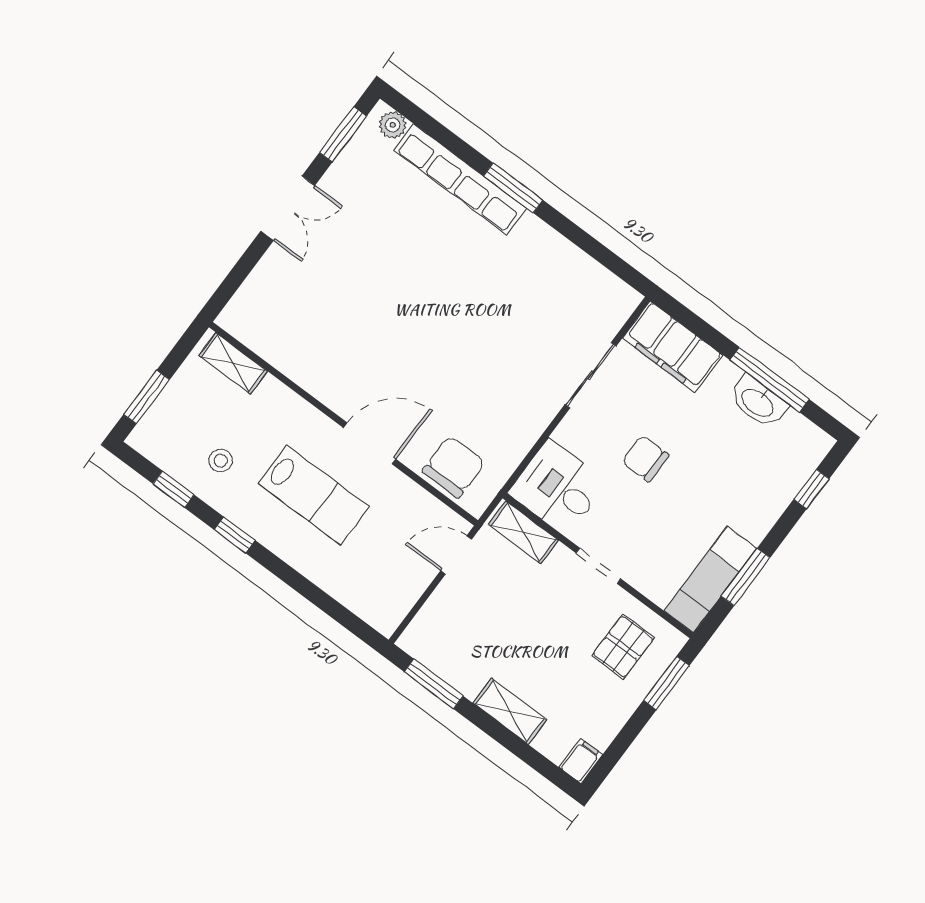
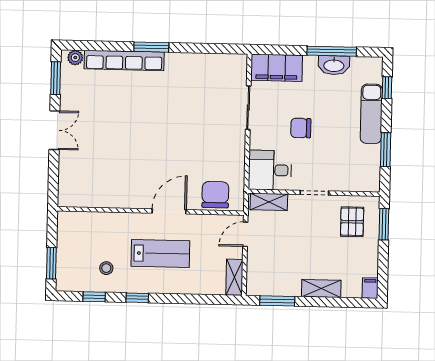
shelving: (233, 363) -> (234, 277), moved, turned 90
exam couch: (710, 580) -> (371, 114), moved

